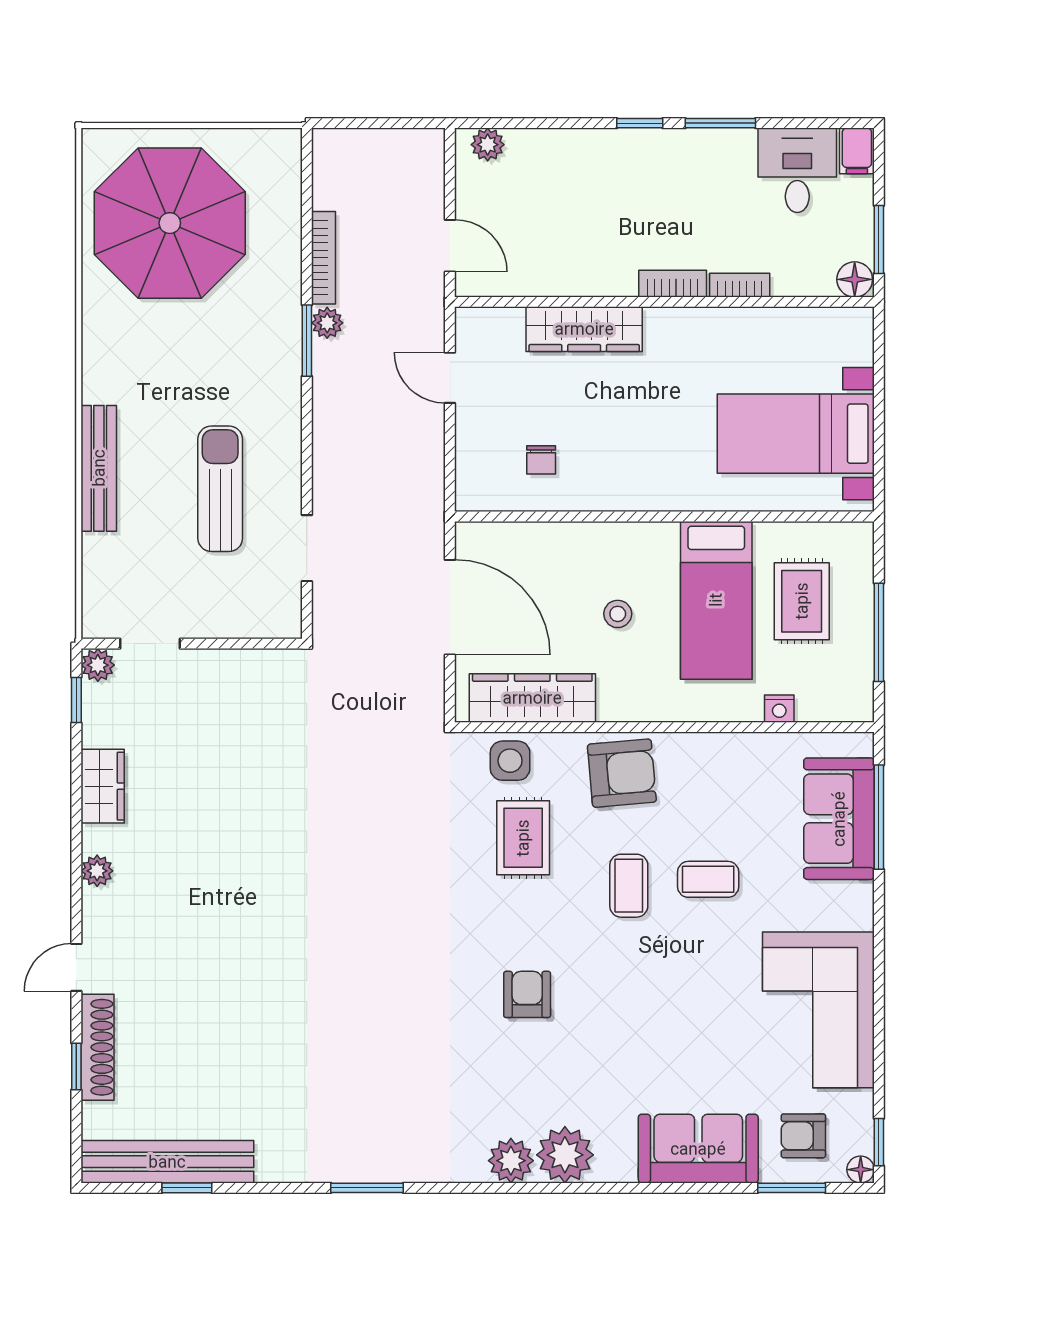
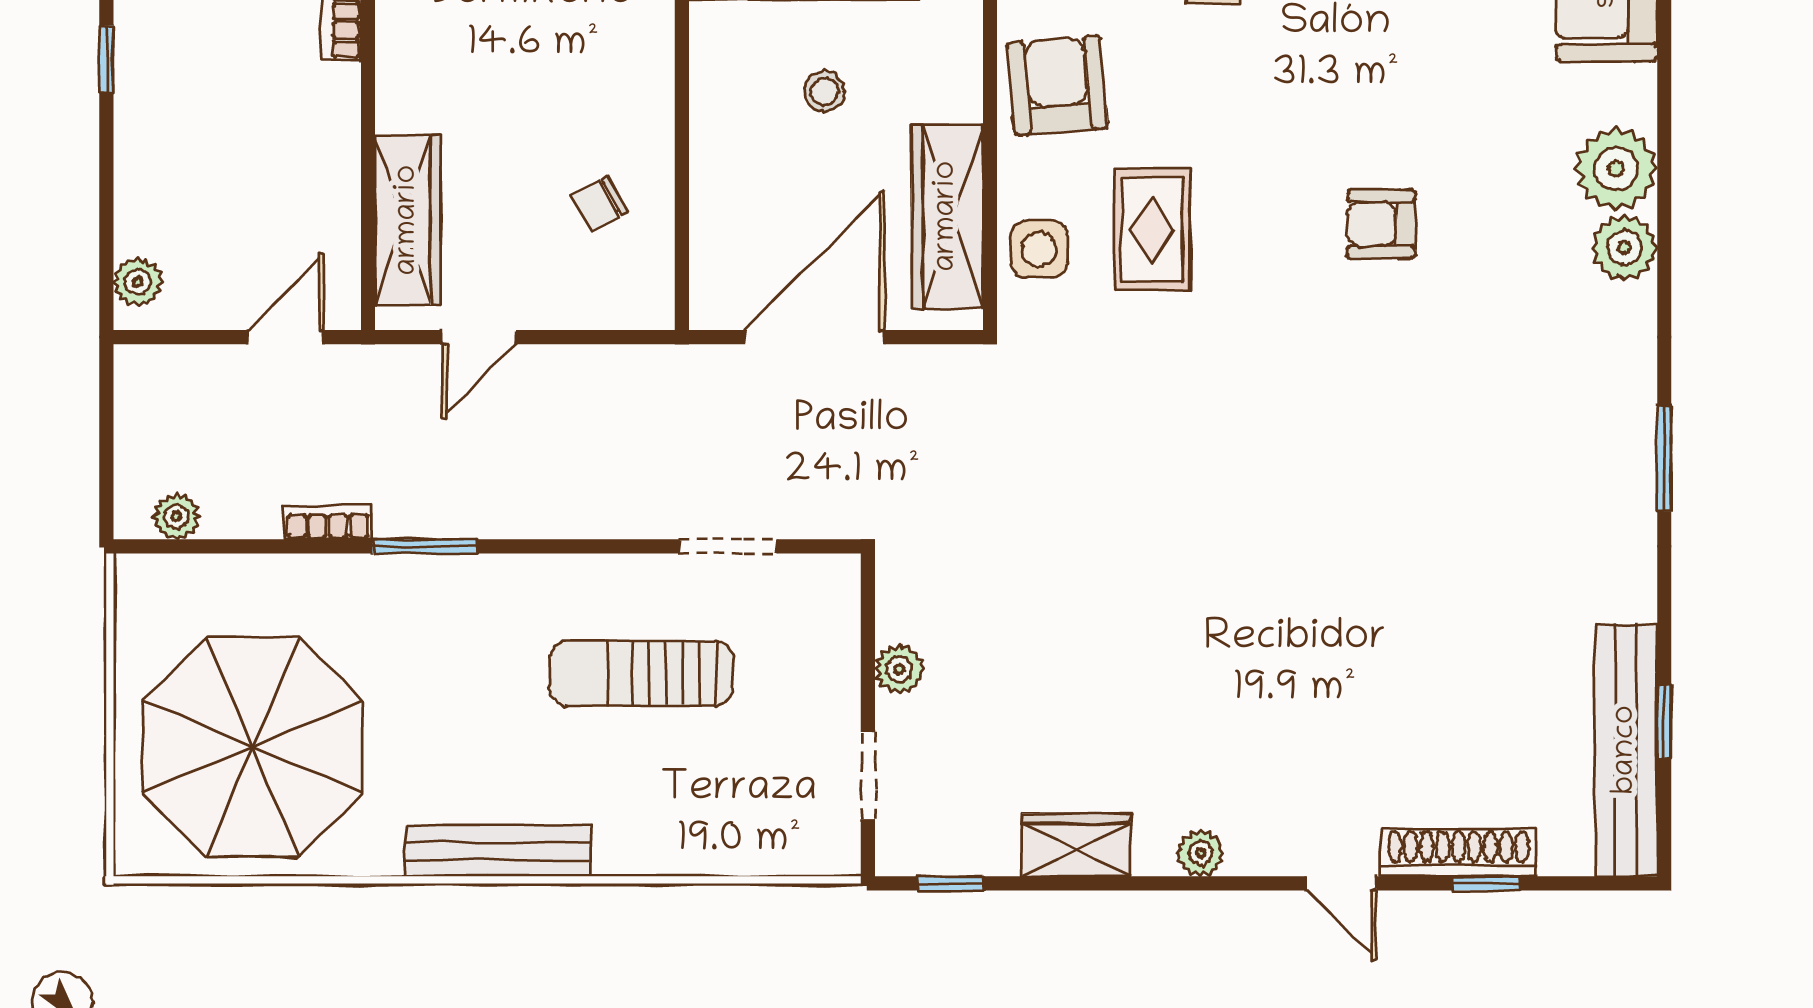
bookcase: (323, 258) -> (328, 522), width x0.64
plant: (327, 323) -> (177, 517), moved
wardrobe: (584, 329) -> (408, 220), moved
chair: (541, 460) -> (599, 204), turned 150
bench: (99, 468) -> (498, 851), moved
plant: (98, 665) -> (899, 669), moved
rug: (523, 838) -> (1152, 230), turned 90
coffee table: (629, 886) -> (1222, 75), removed

